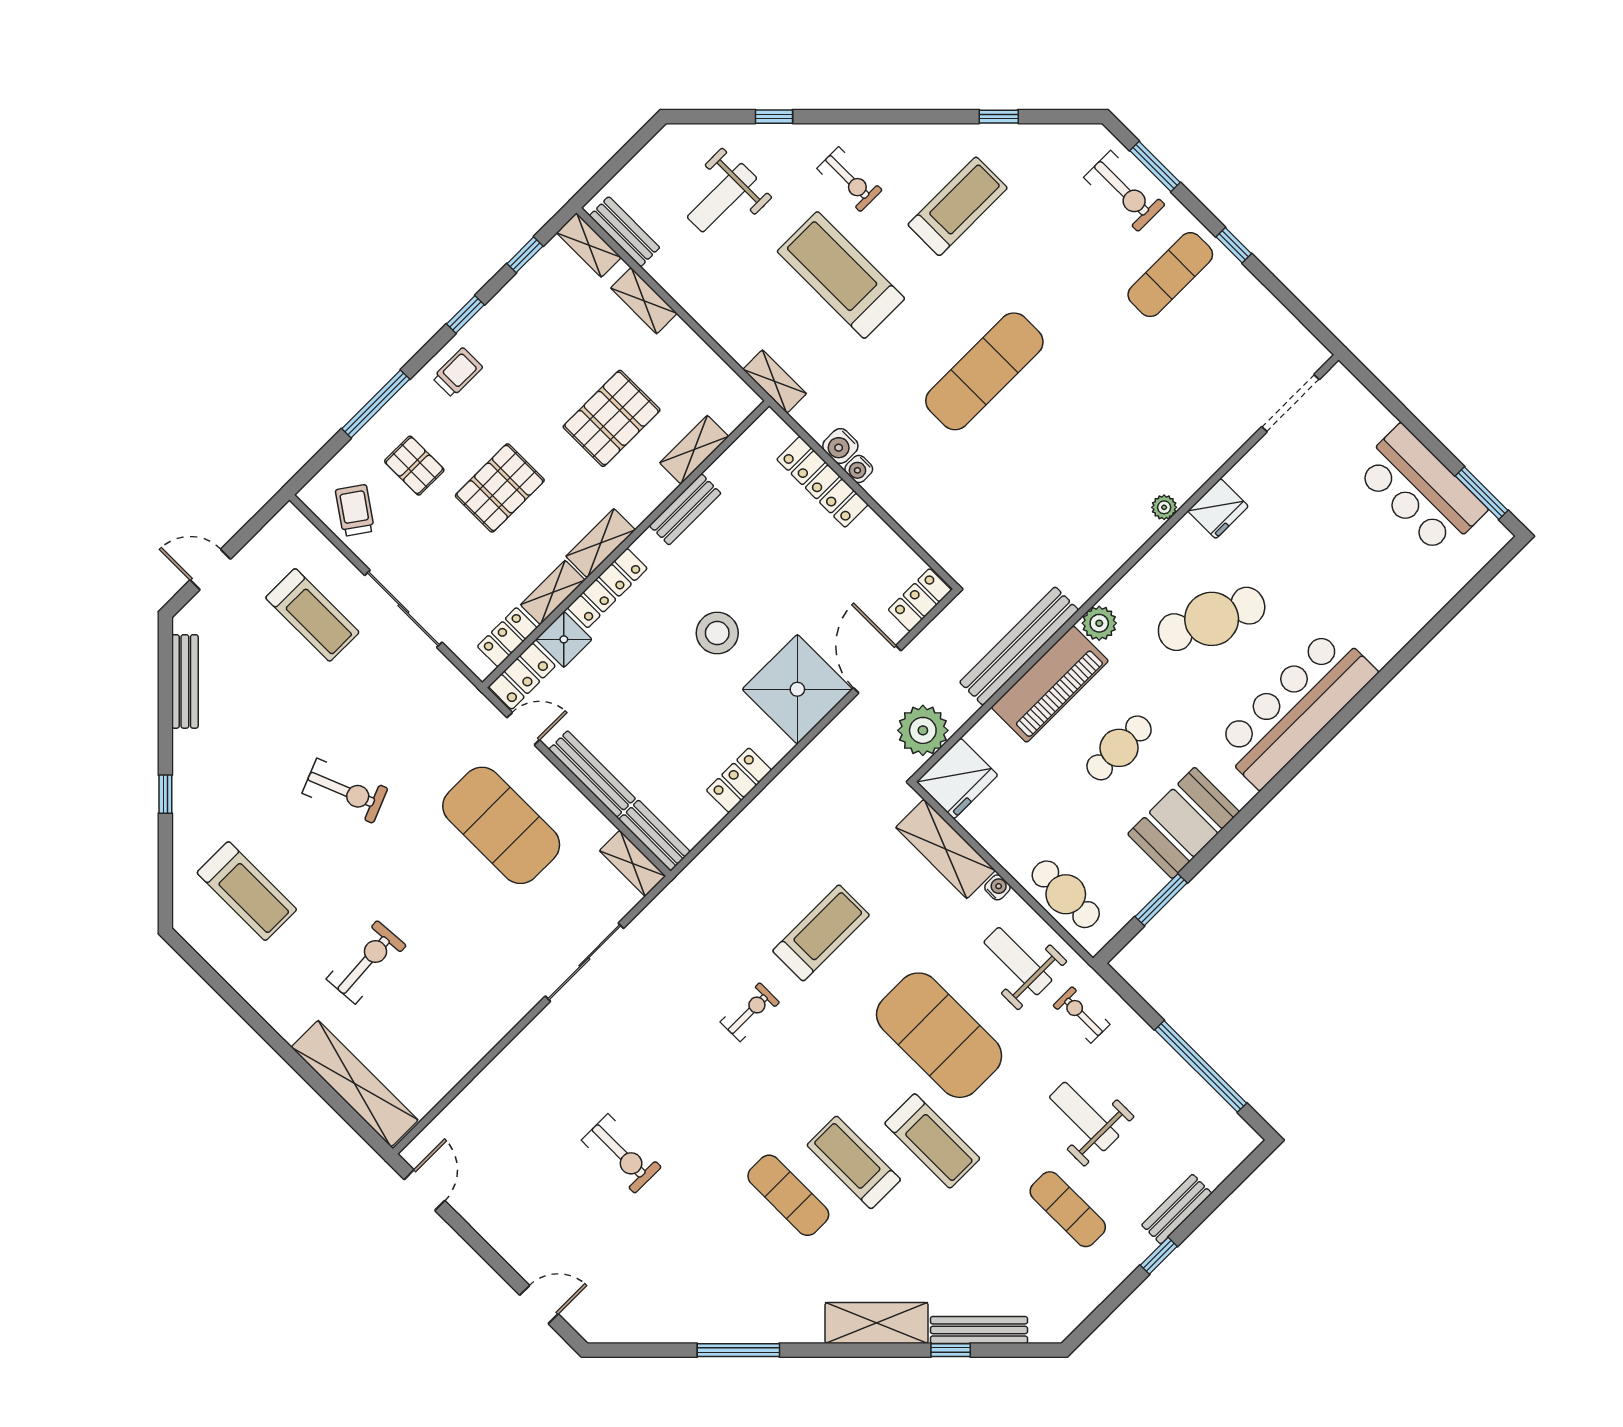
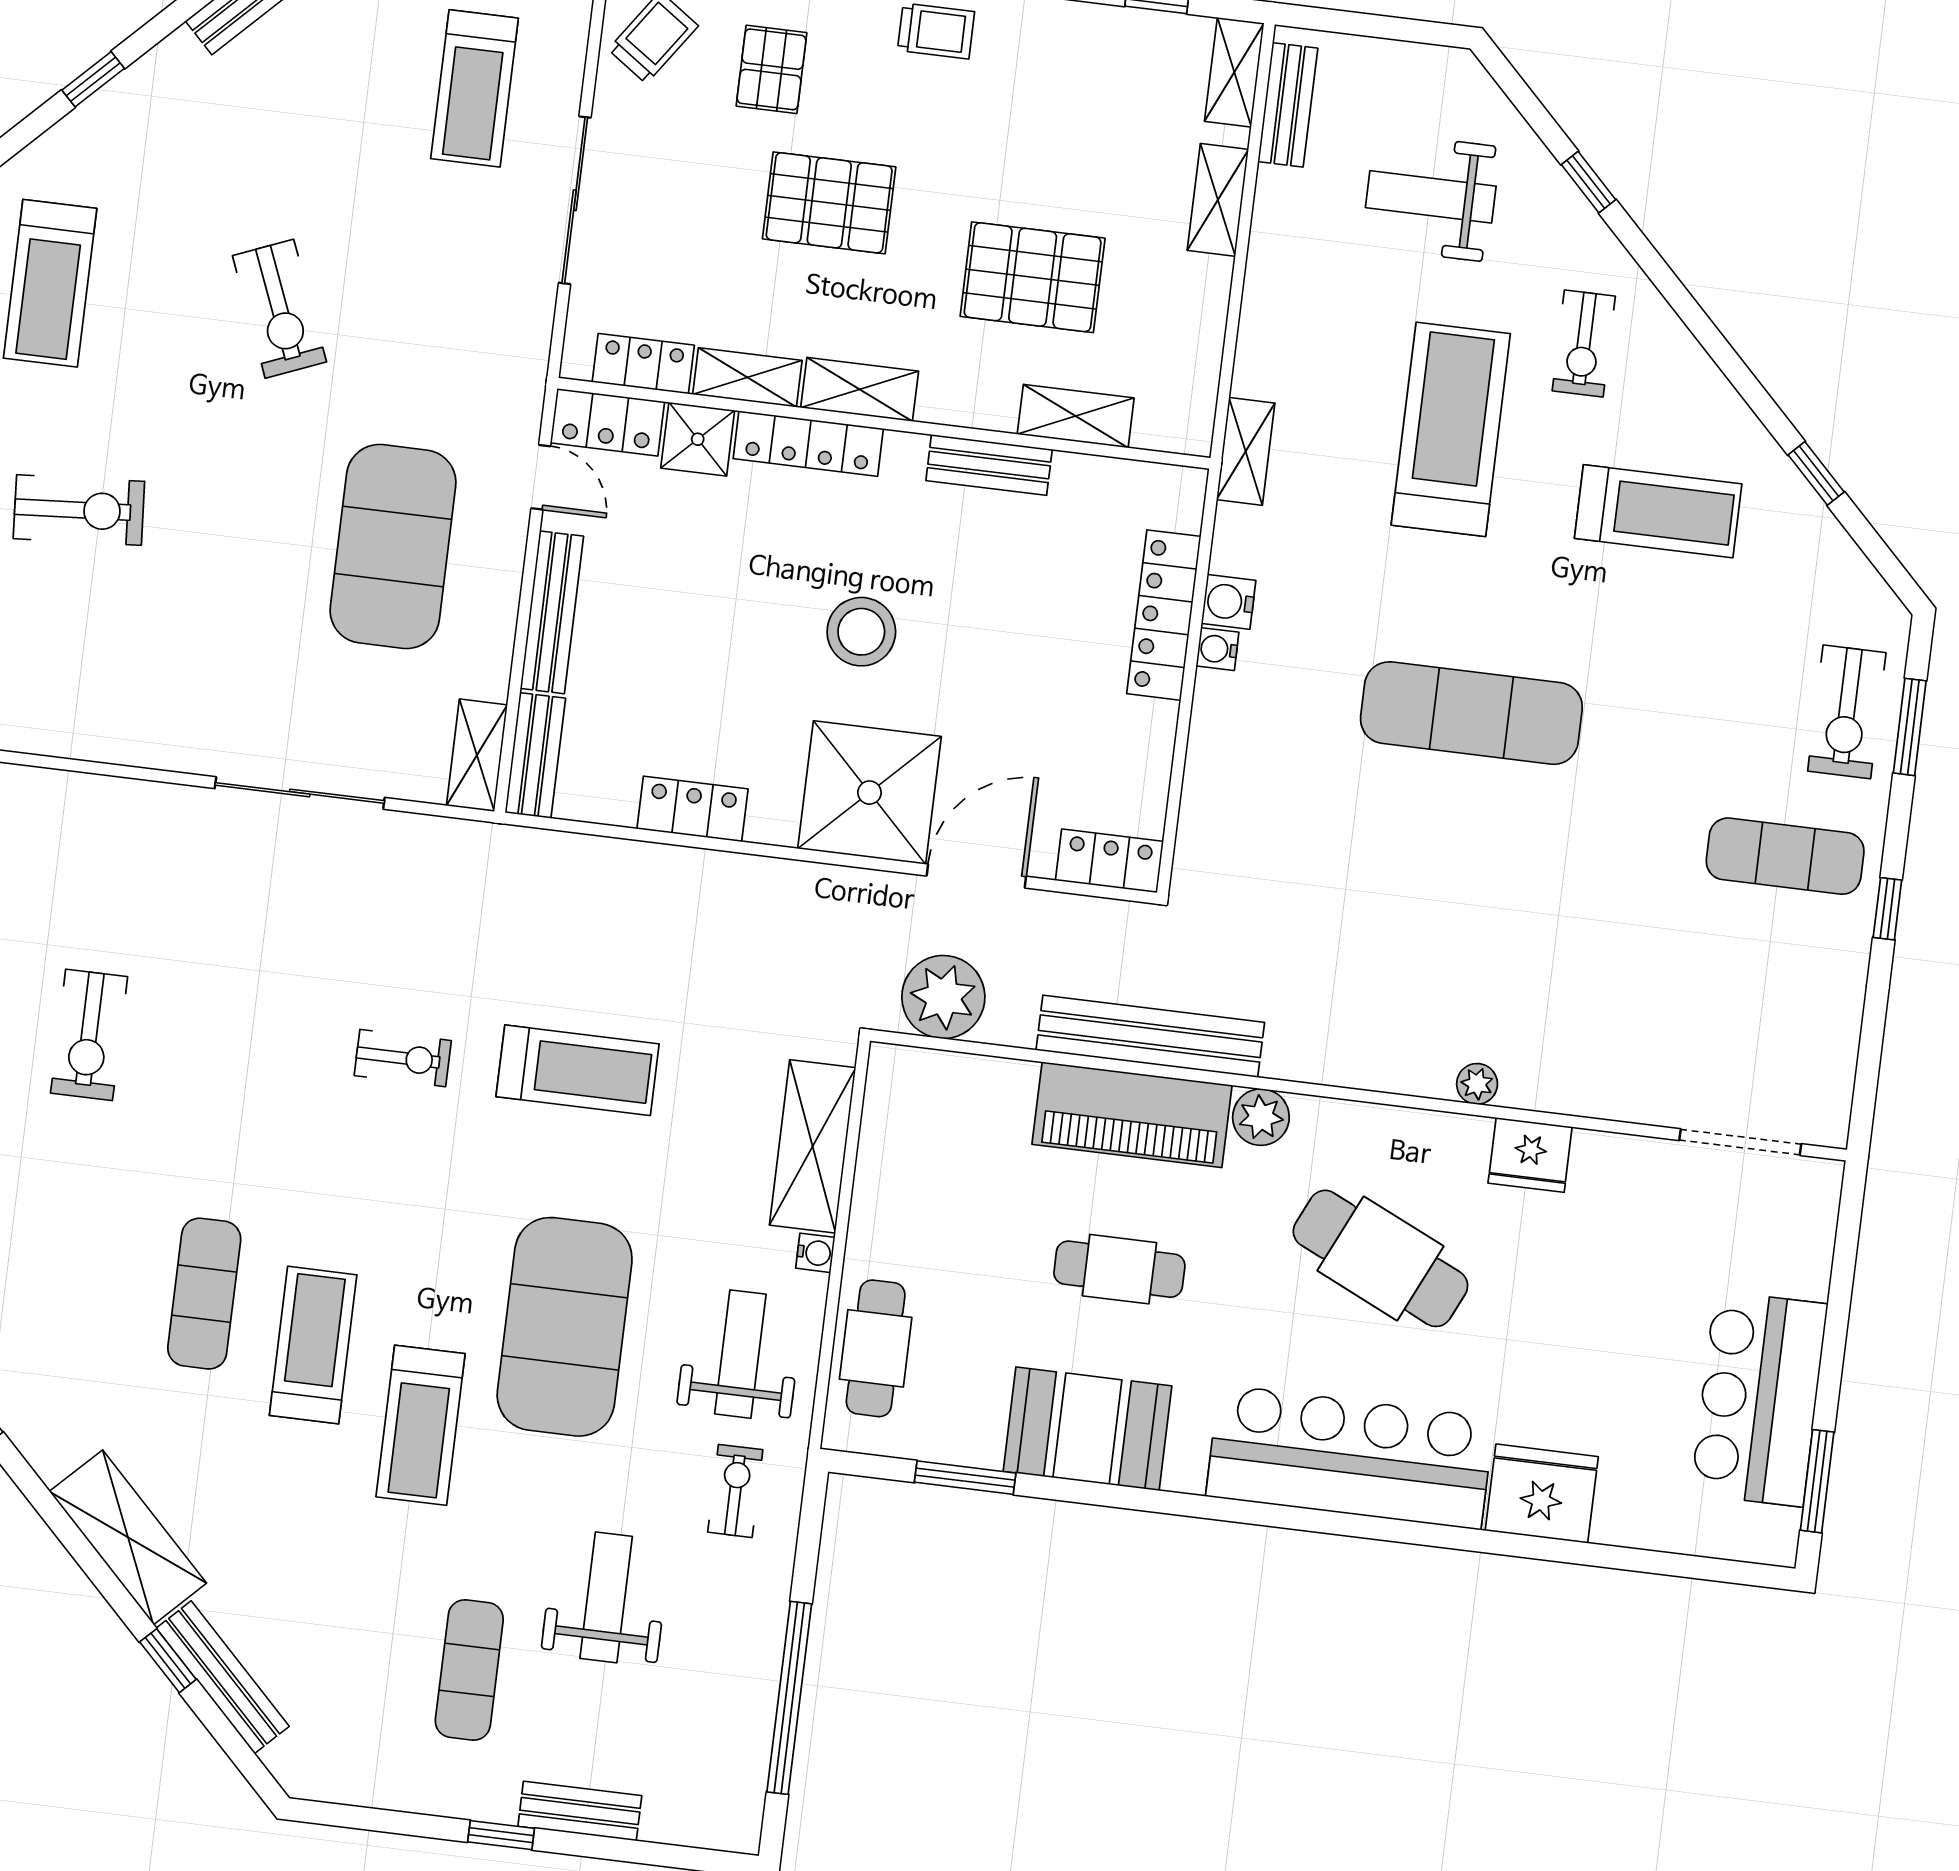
fridge: (957, 778) -> (1542, 1494), moved, turned 180

